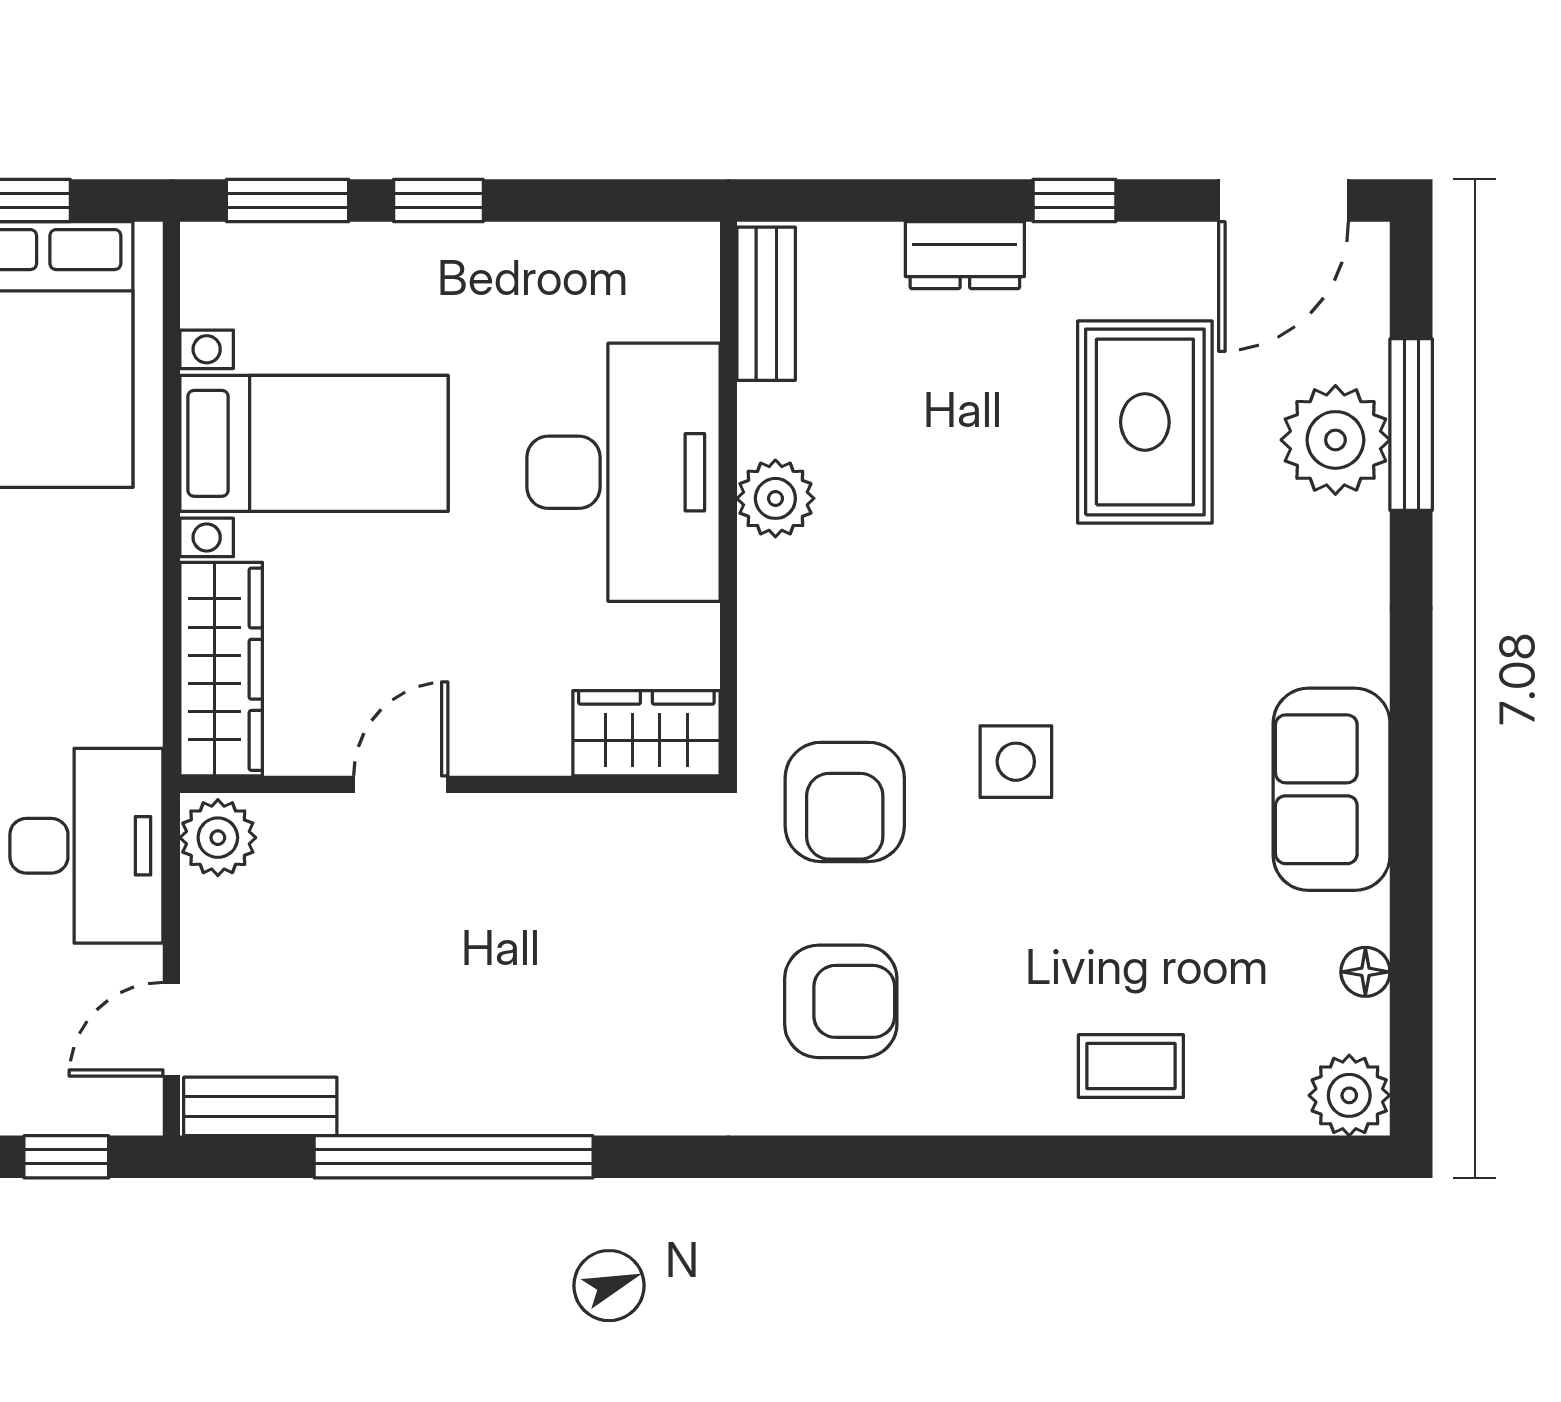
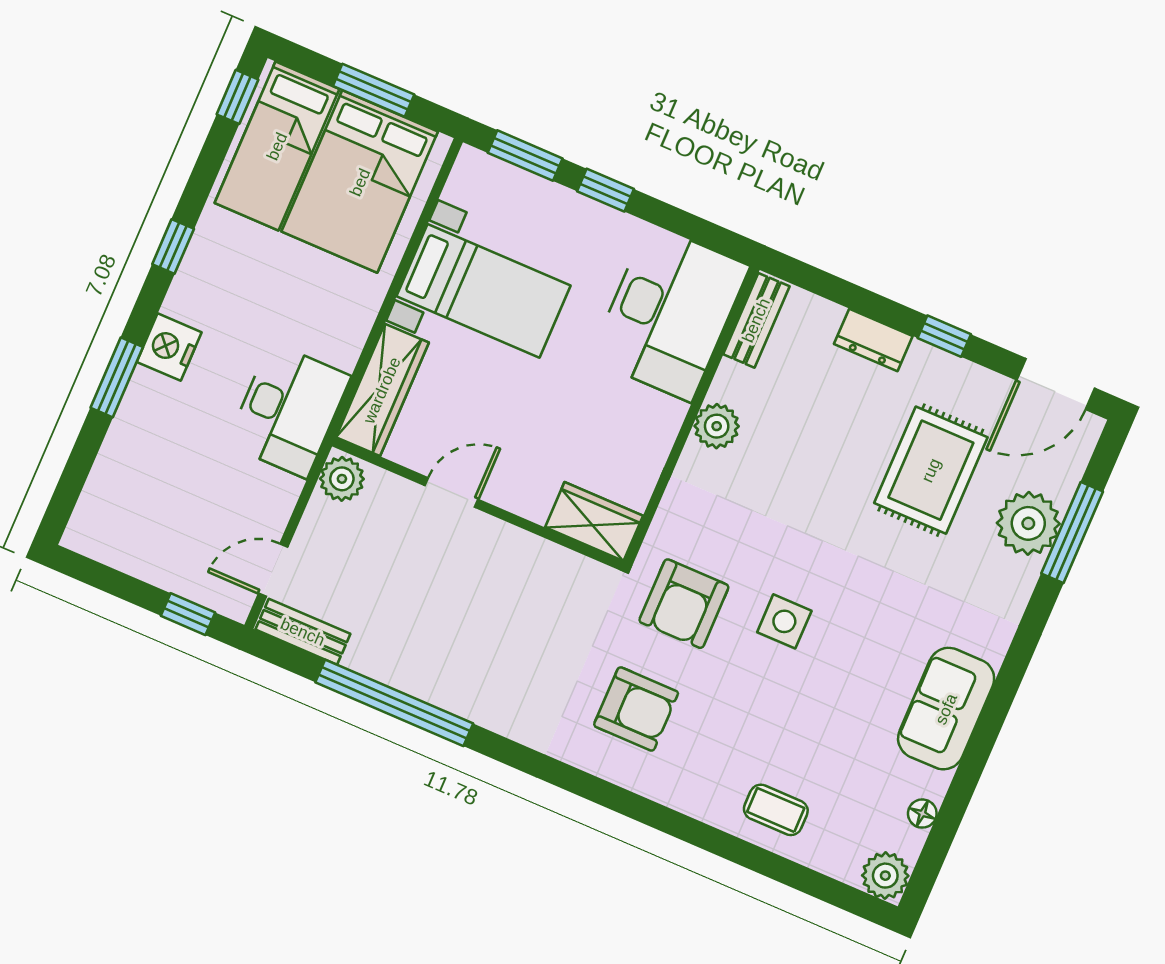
desk: (623, 472) -> (670, 313), moved
desk: (86, 846) -> (288, 410), moved

